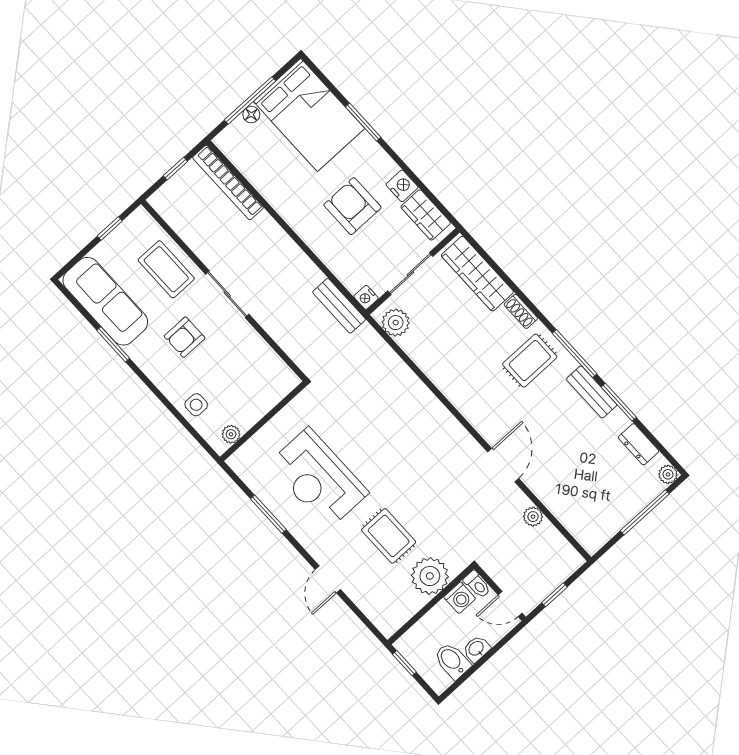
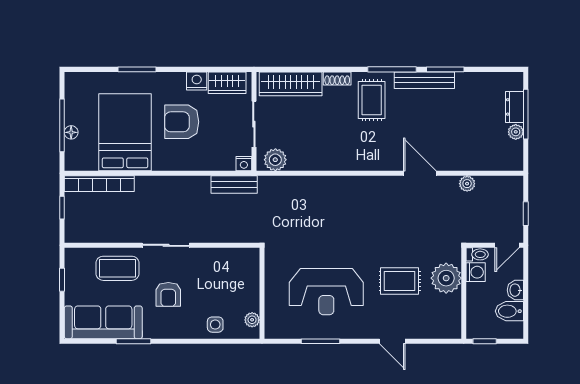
bed: (309, 115) -> (125, 132), moved, turned -90
bench: (592, 392) -> (424, 80), width x1.36
dresser: (639, 444) -> (515, 107), moved, turned 90
plant: (668, 474) -> (516, 132), moved

